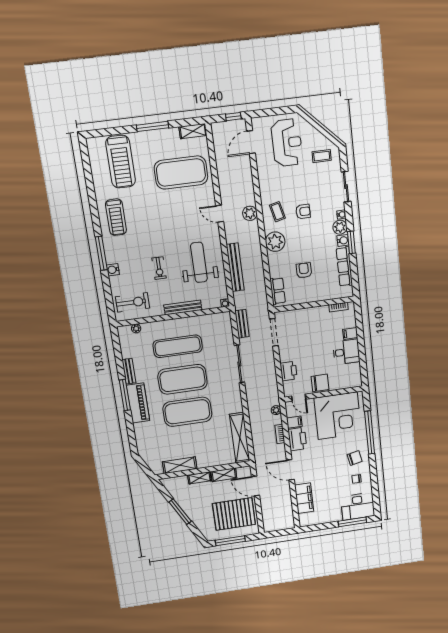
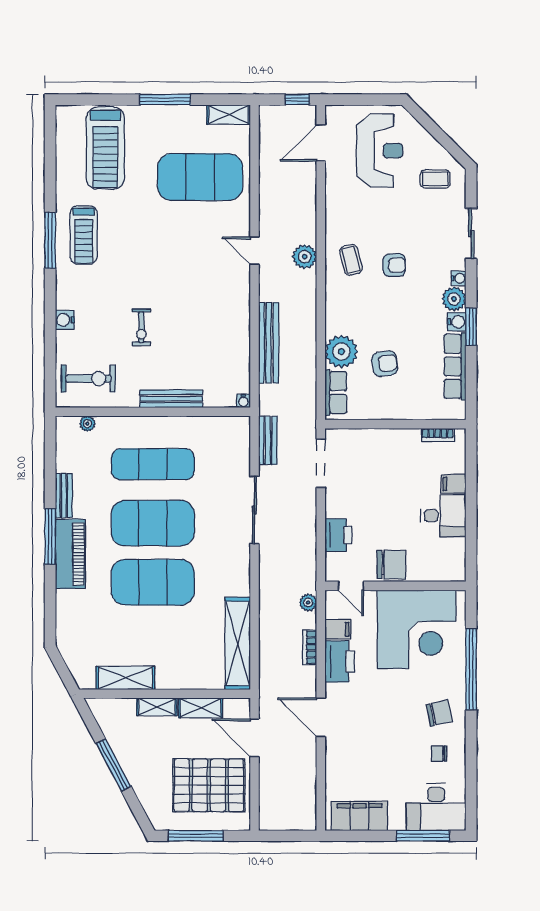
plant: (275, 242) -> (341, 352), moved
window: (101, 253) -> (50, 240), moved
weight bench: (199, 262) -> (209, 326), removed
armchair: (304, 270) -> (385, 364), turned 82
filing cabinet: (304, 498) -> (360, 816), moved, turned -90

